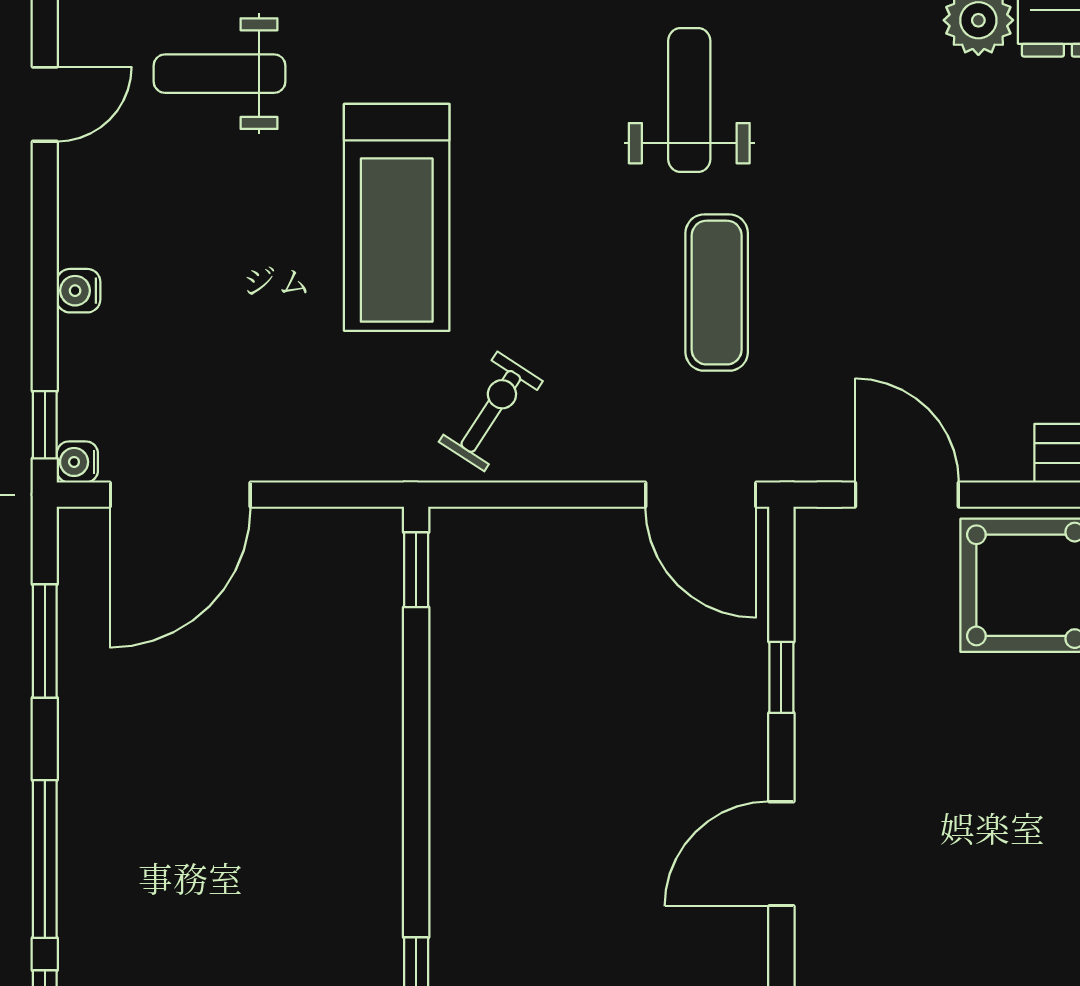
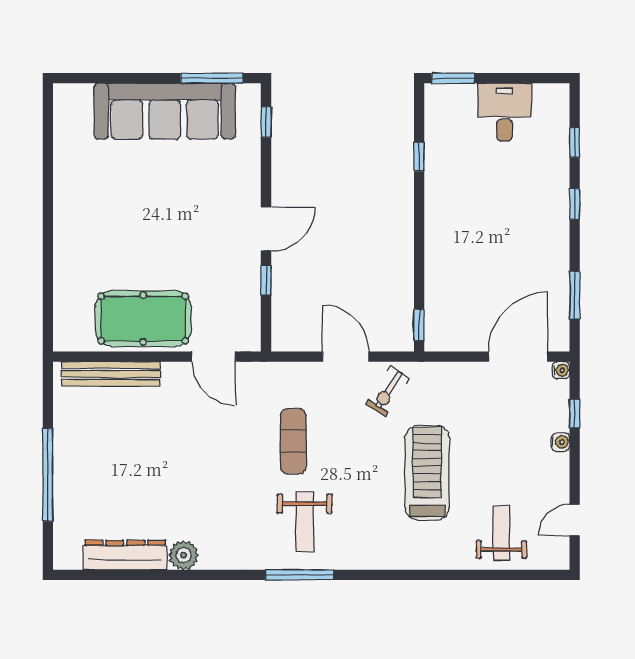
weight bench: (220, 74) -> (501, 533), turned -90
window: (45, 425) -> (575, 414), moved
door: (701, 495) -> (346, 357), moved
door: (781, 854) -> (266, 229), moved
window: (45, 859) -> (575, 204), width x0.46

